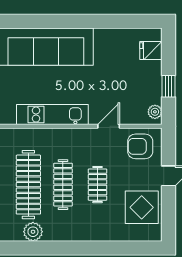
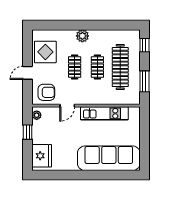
fridge: (151, 50) -> (42, 156), width x1.88, depth x1.34
clothes rail: (63, 185) -> (97, 67), width x0.73
plant: (33, 232) -> (82, 36), moved

